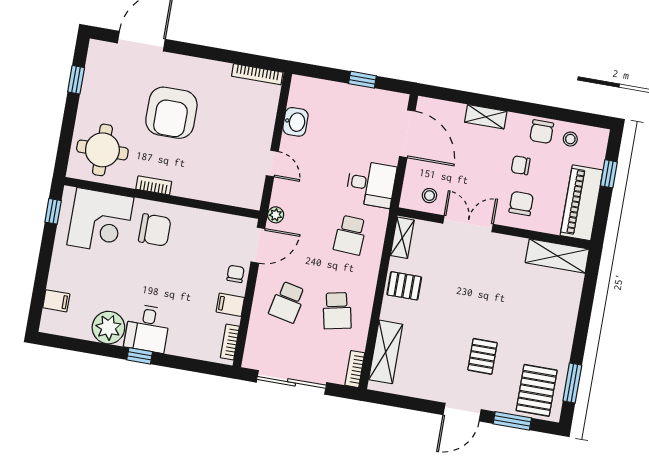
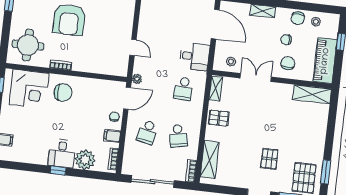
washbasin: (295, 122) -> (146, 21), removed
plant: (108, 328) -> (85, 160), moved

